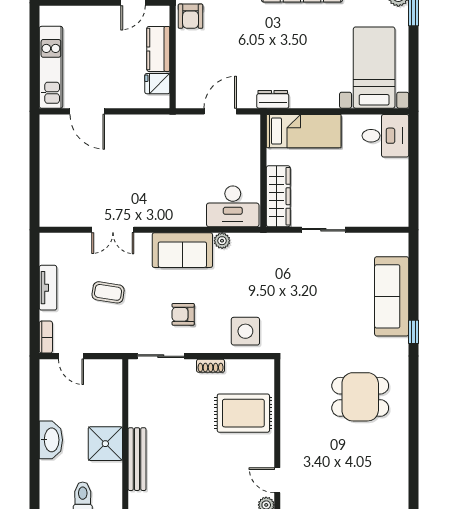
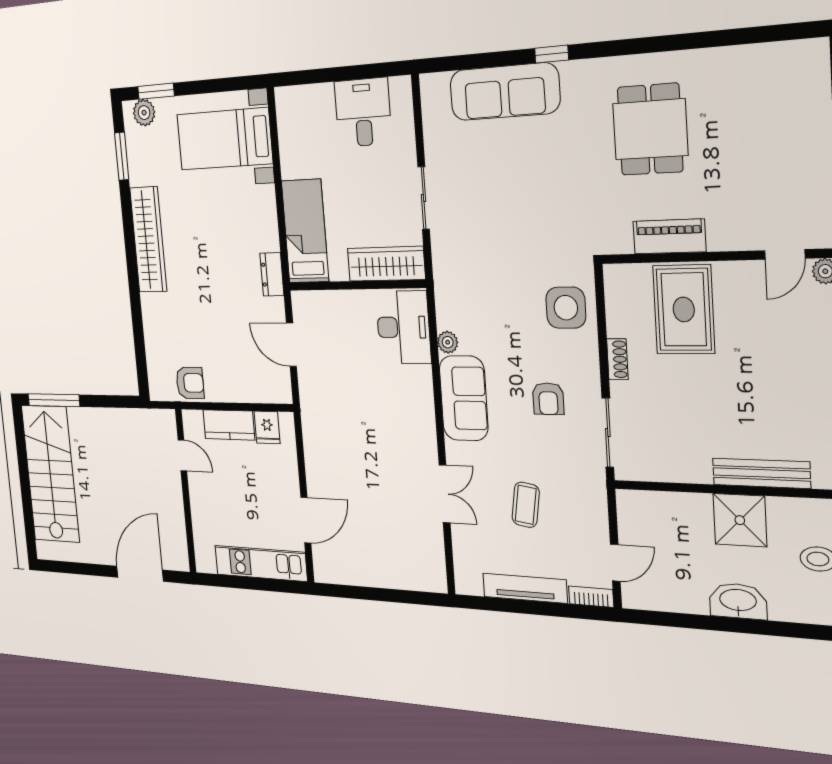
desk: (385, 136) -> (363, 112), moved
tv unit: (48, 288) -> (525, 588), width x1.41
piano: (291, 406) -> (669, 236), added

